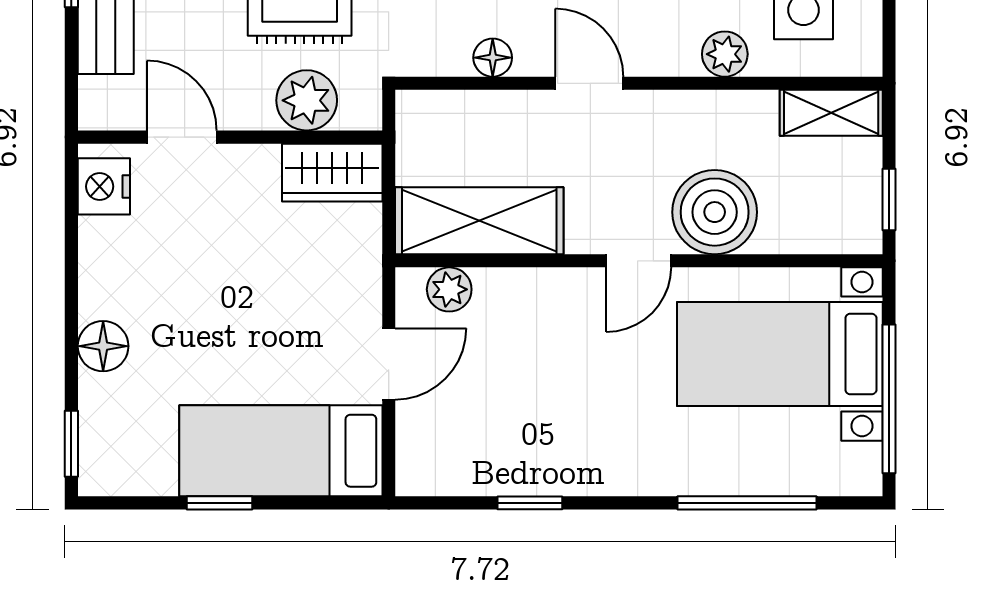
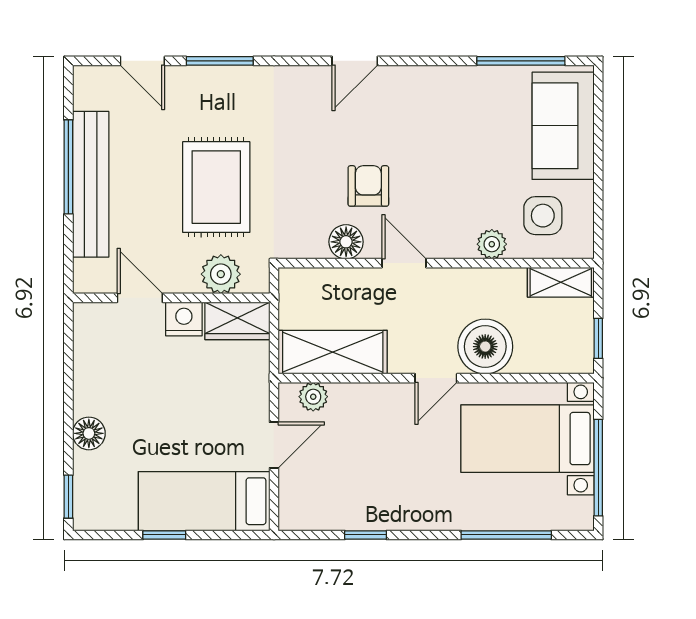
floor lamp: (493, 58) -> (346, 242), width x1.37, depth x1.37
nightstand: (104, 186) -> (184, 319), moved, turned 90

